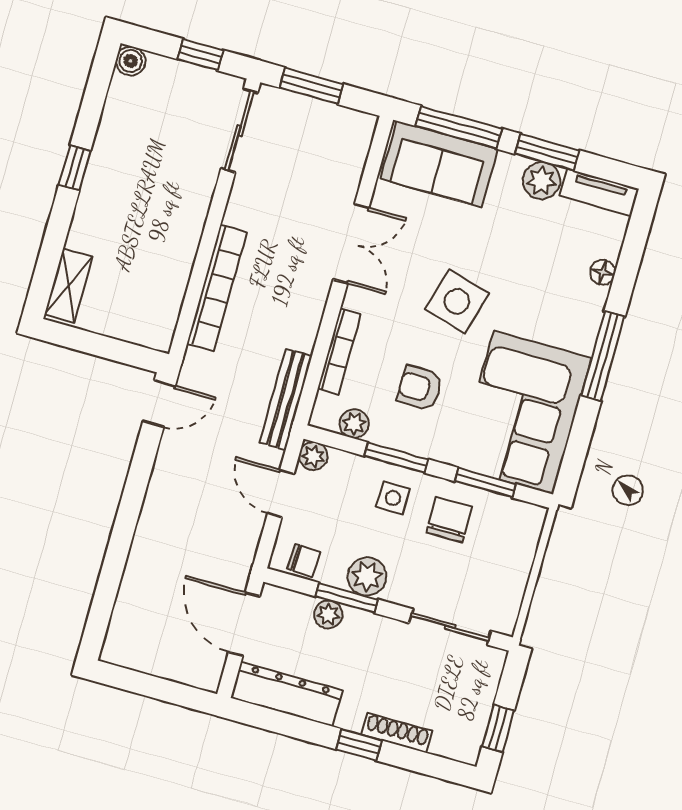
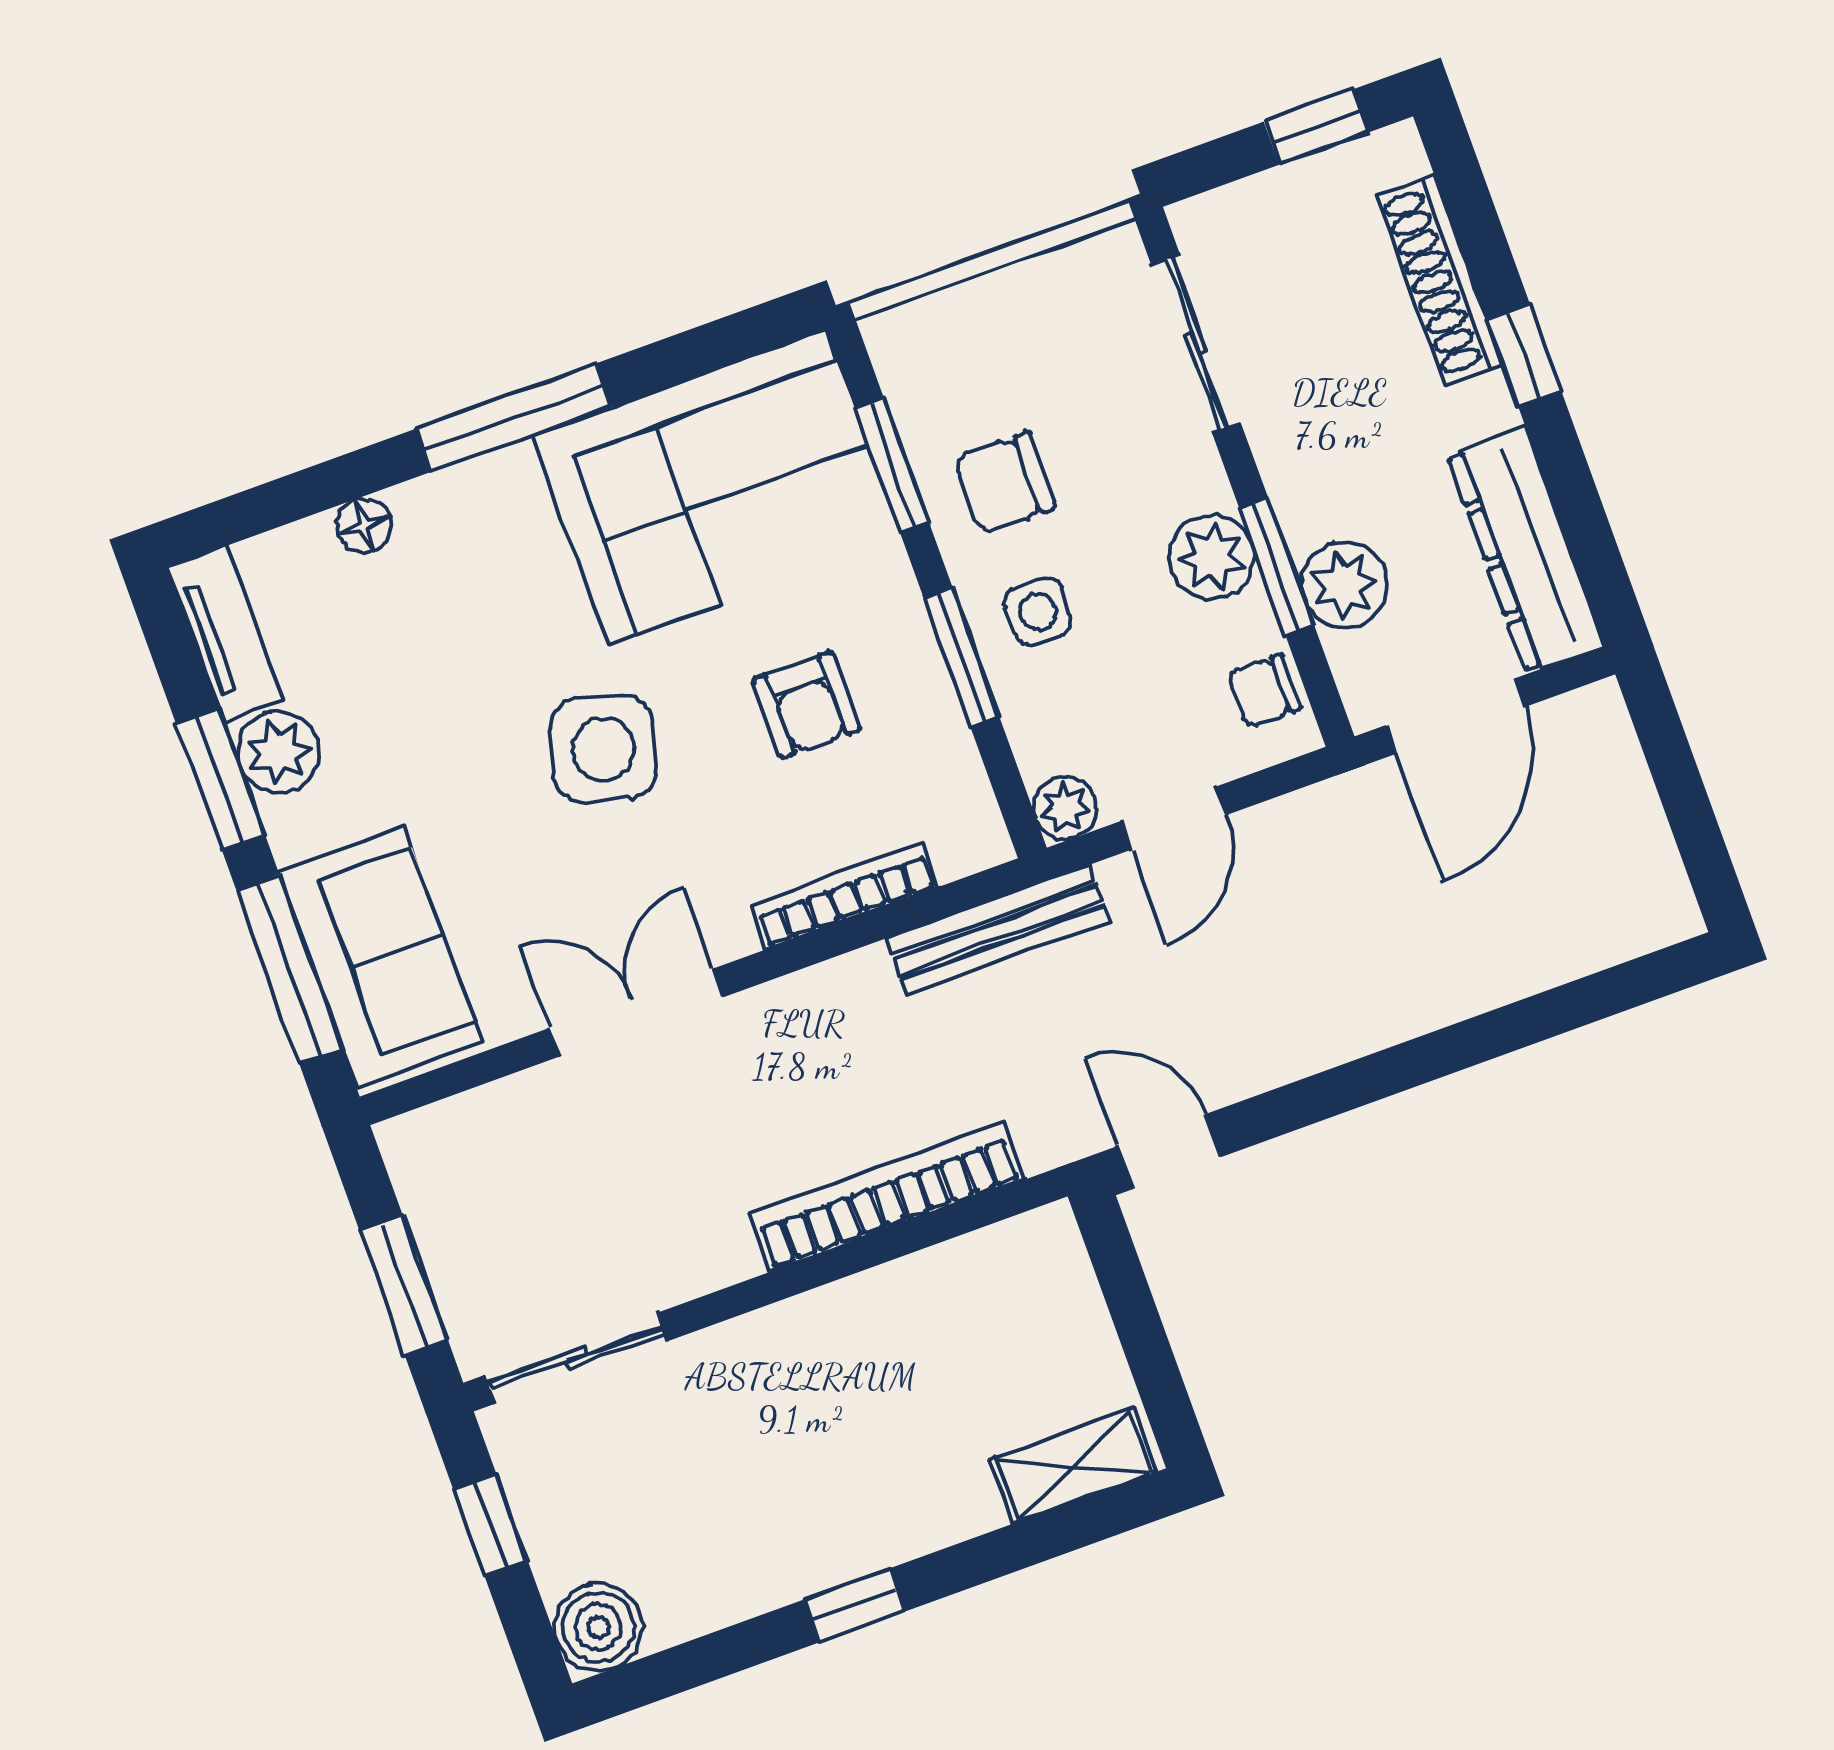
boiler: (131, 61) -> (598, 1627), width x1.36, depth x1.36
plant: (354, 424) -> (954, 776), removed
chair: (304, 560) -> (1264, 691), turned -92
plant: (328, 614) -> (1345, 585), width x1.38, depth x1.38
shoe rack: (397, 733) -> (1439, 280), width x1.36, depth x1.24

